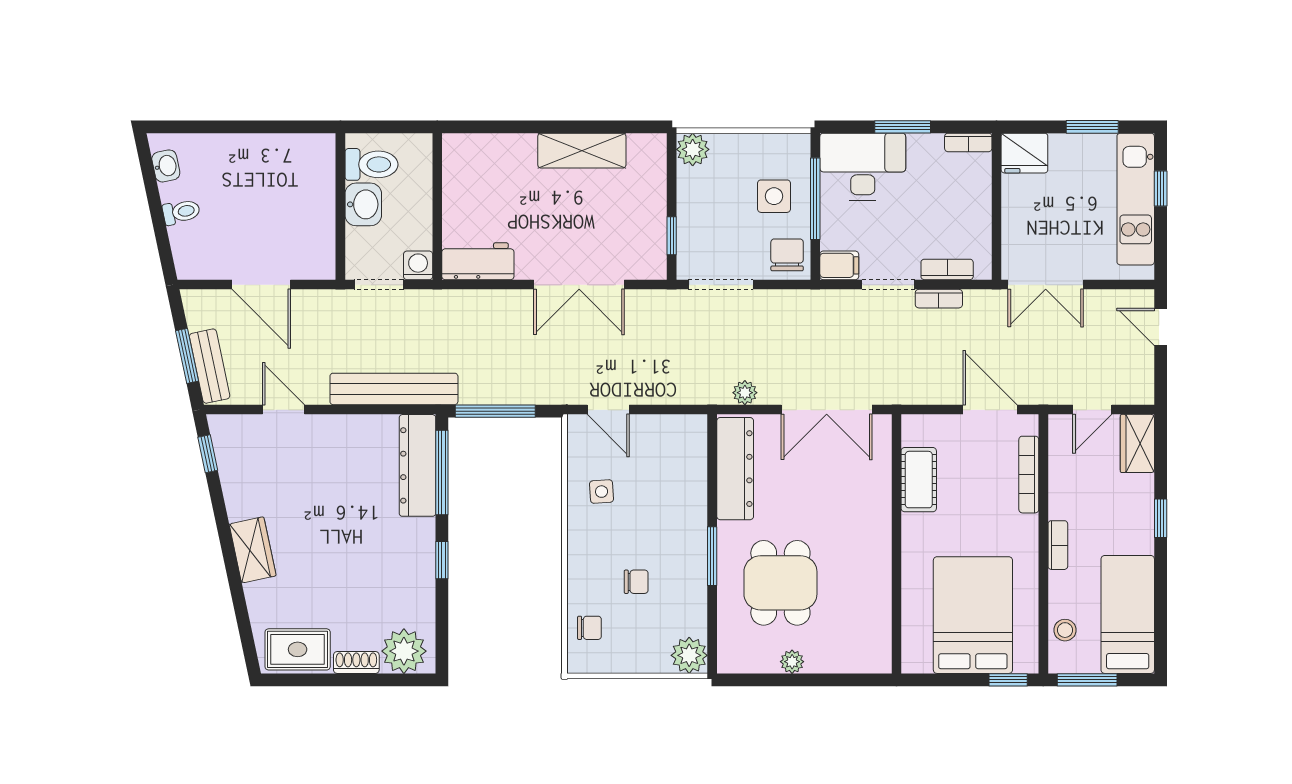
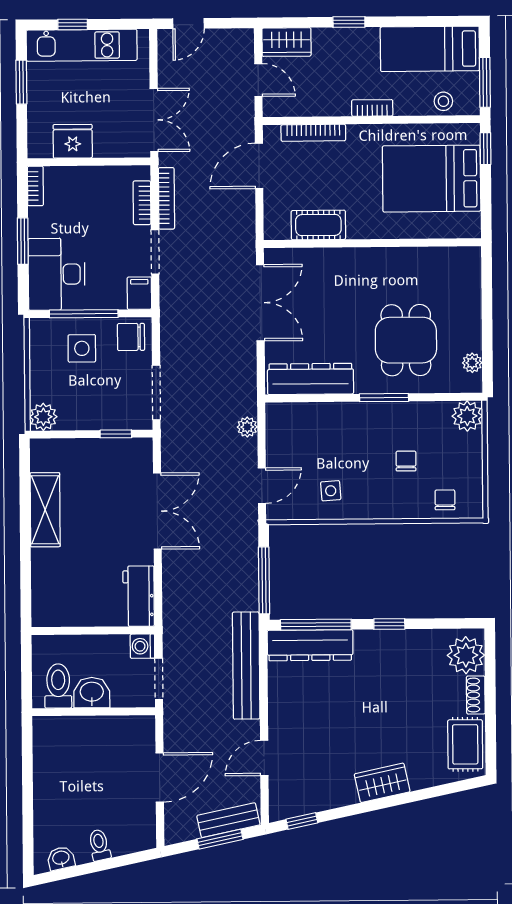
fridge: (1024, 153) -> (73, 141), moved, turned -90
bookcase: (939, 299) -> (166, 198), width x1.56
plant: (745, 393) -> (247, 427), moved
dining table: (780, 583) -> (406, 340), turned 90
plant: (792, 662) -> (472, 363), moved

